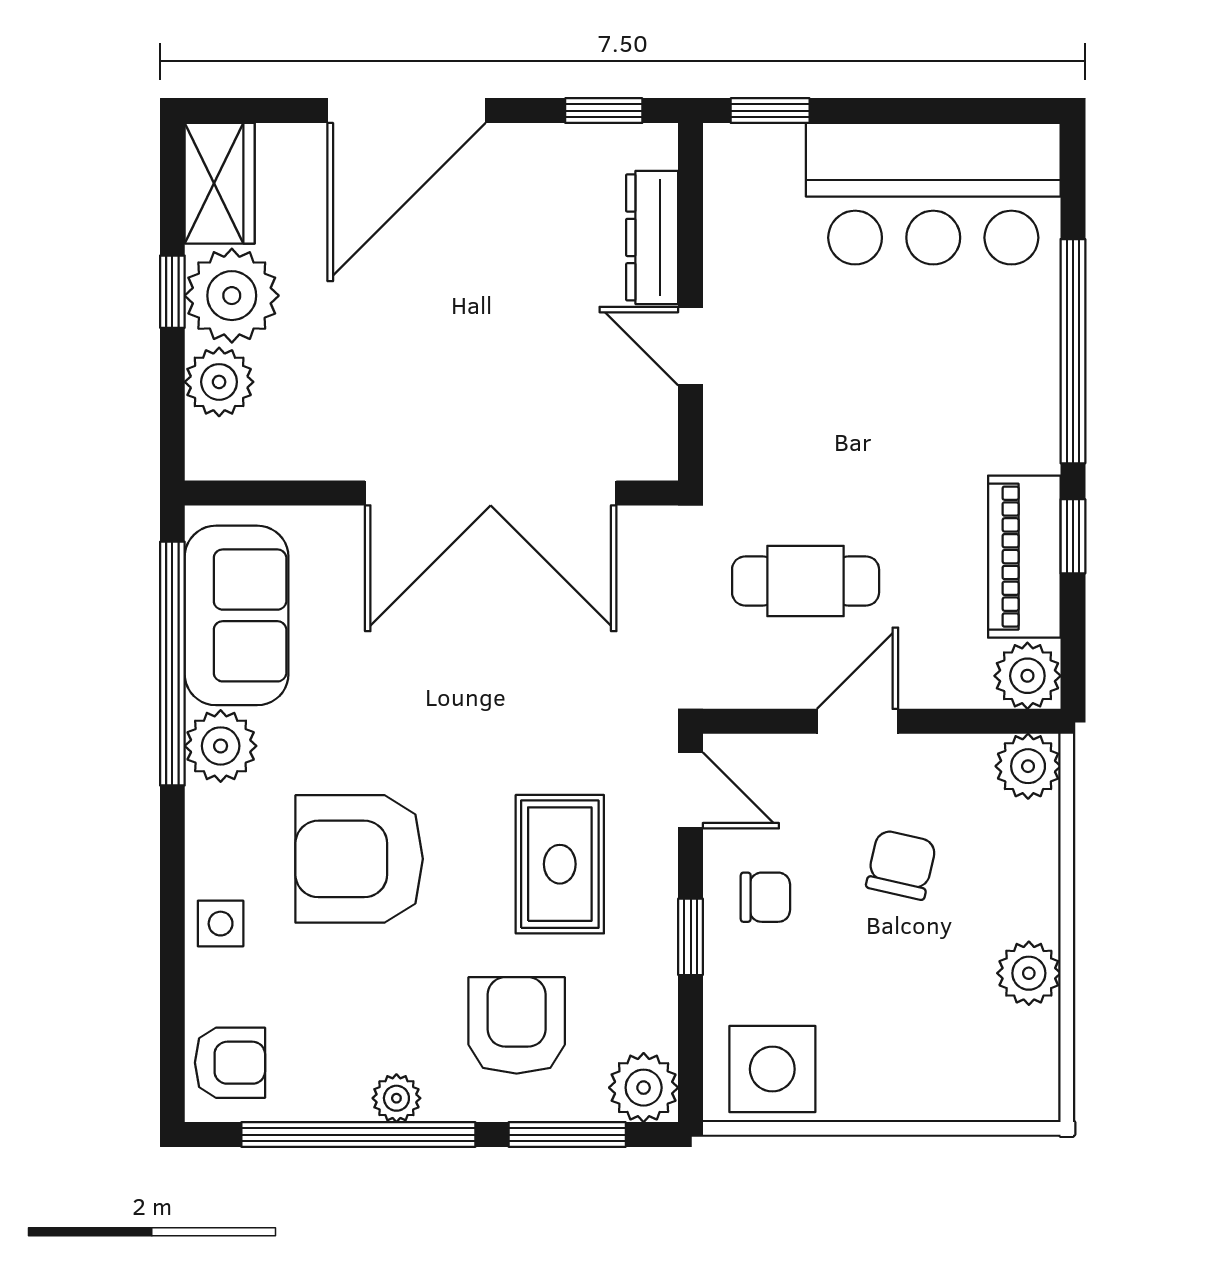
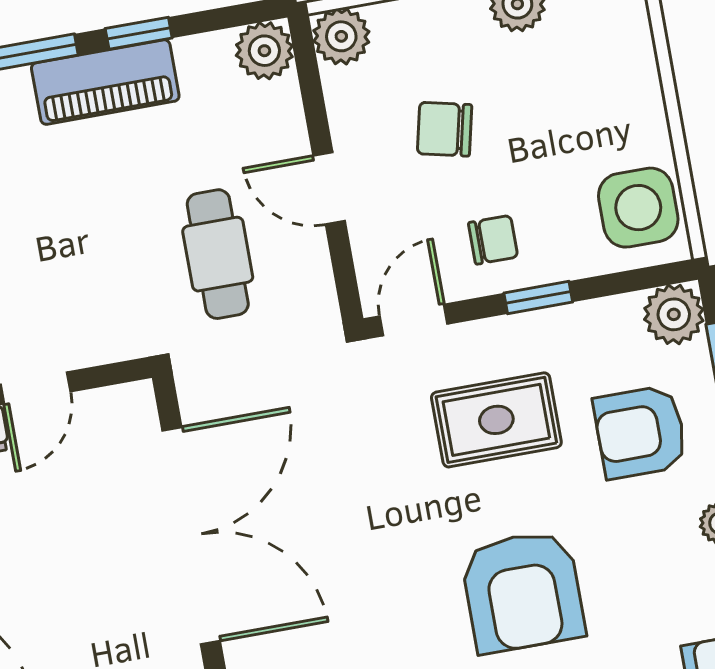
piano: (1024, 557) -> (105, 82), moved
chair: (765, 897) -> (493, 240), turned 90

